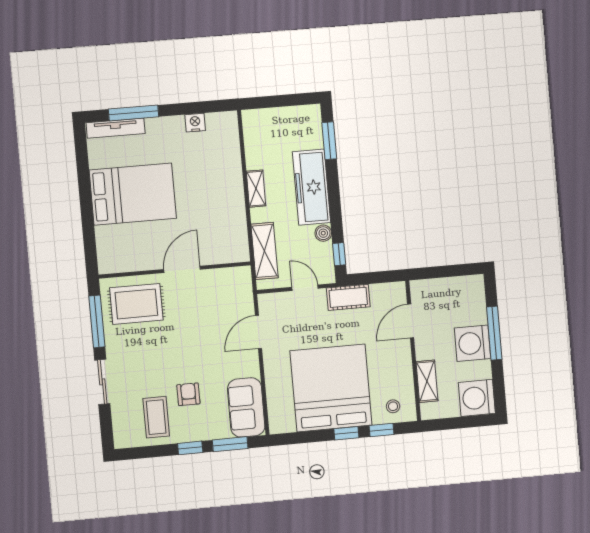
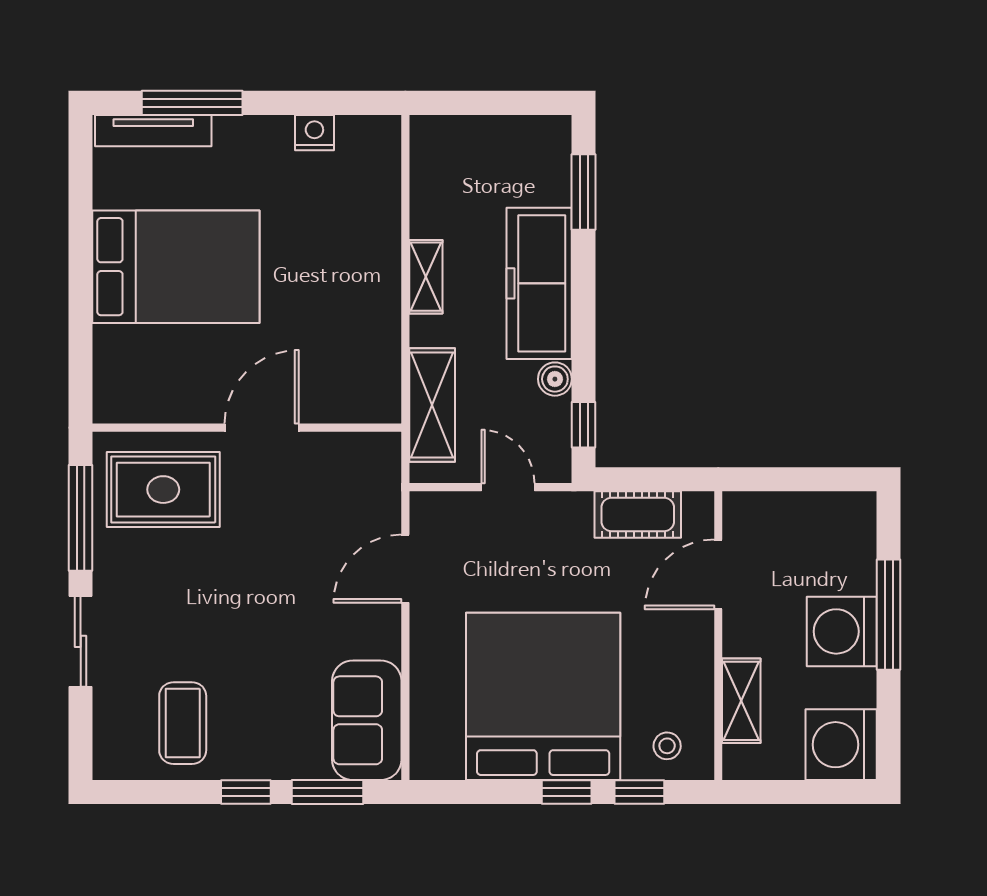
cot: (348, 297) -> (638, 514), moved
armchair: (188, 394) -> (252, 682), removed

